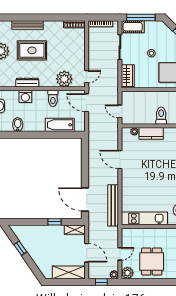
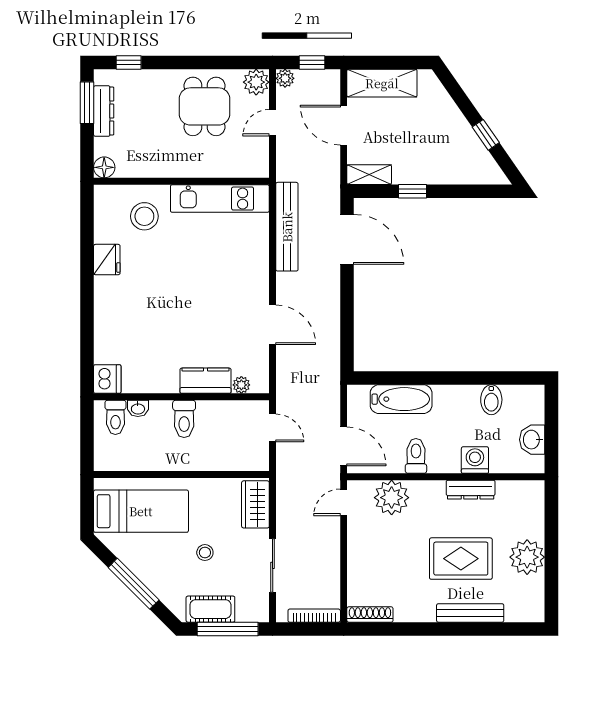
cot: (133, 27) -> (210, 609), moved

